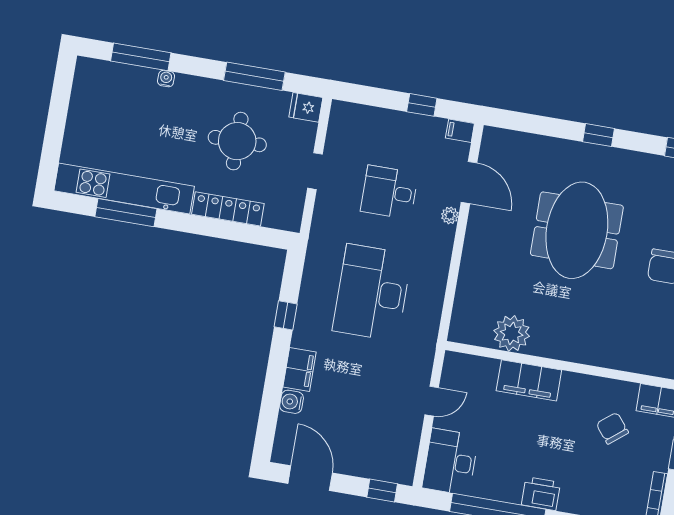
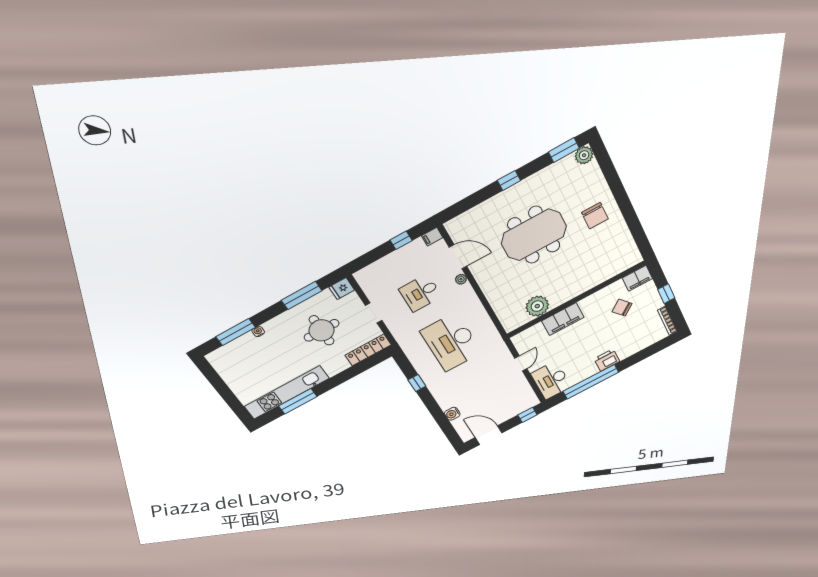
locker: (228, 209) -> (368, 350), moved
meeting table: (577, 230) -> (534, 235), turned 90
filing cabinet: (300, 369) -> (444, 399), removed

